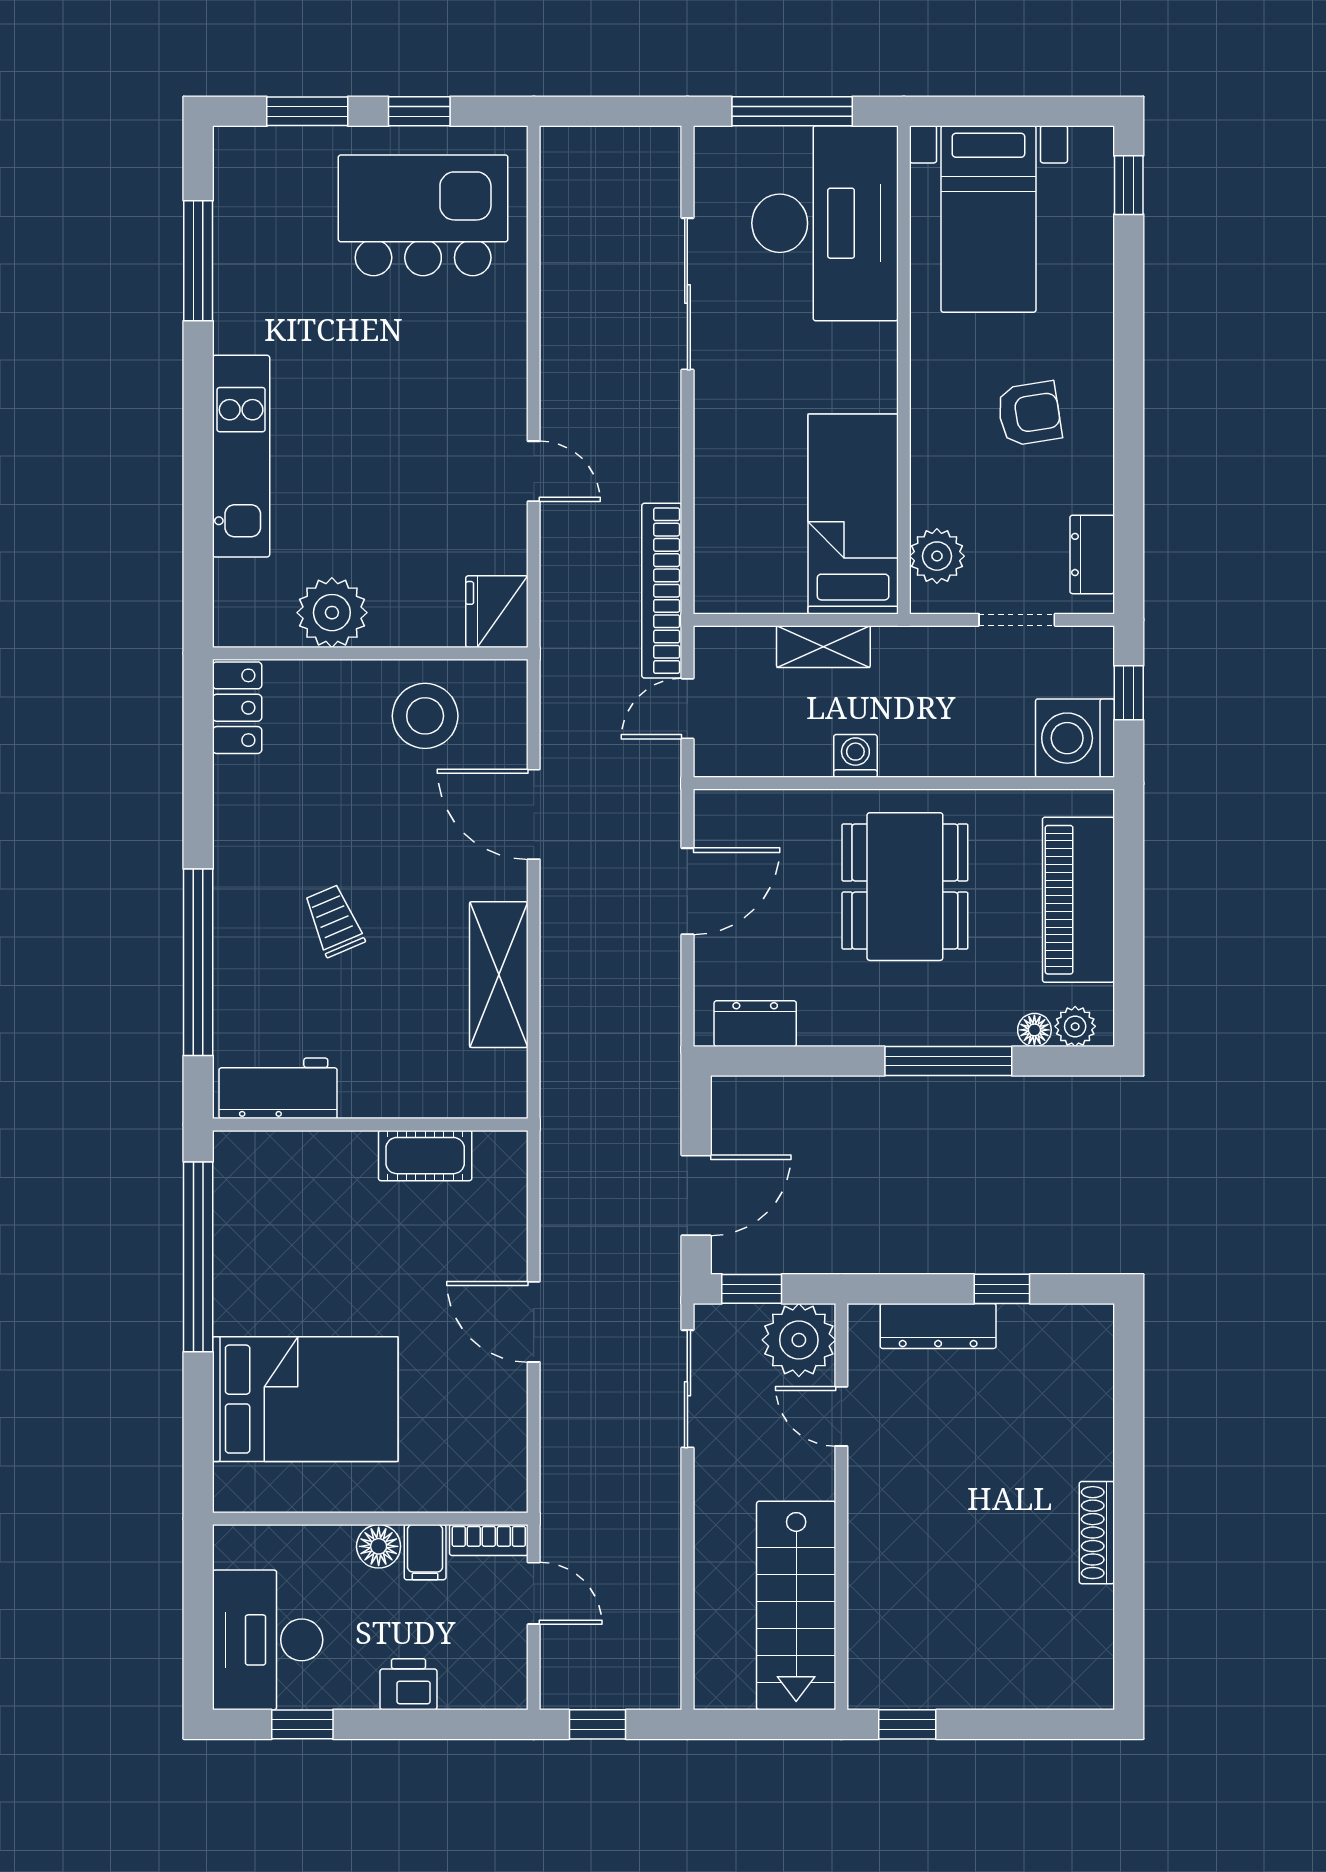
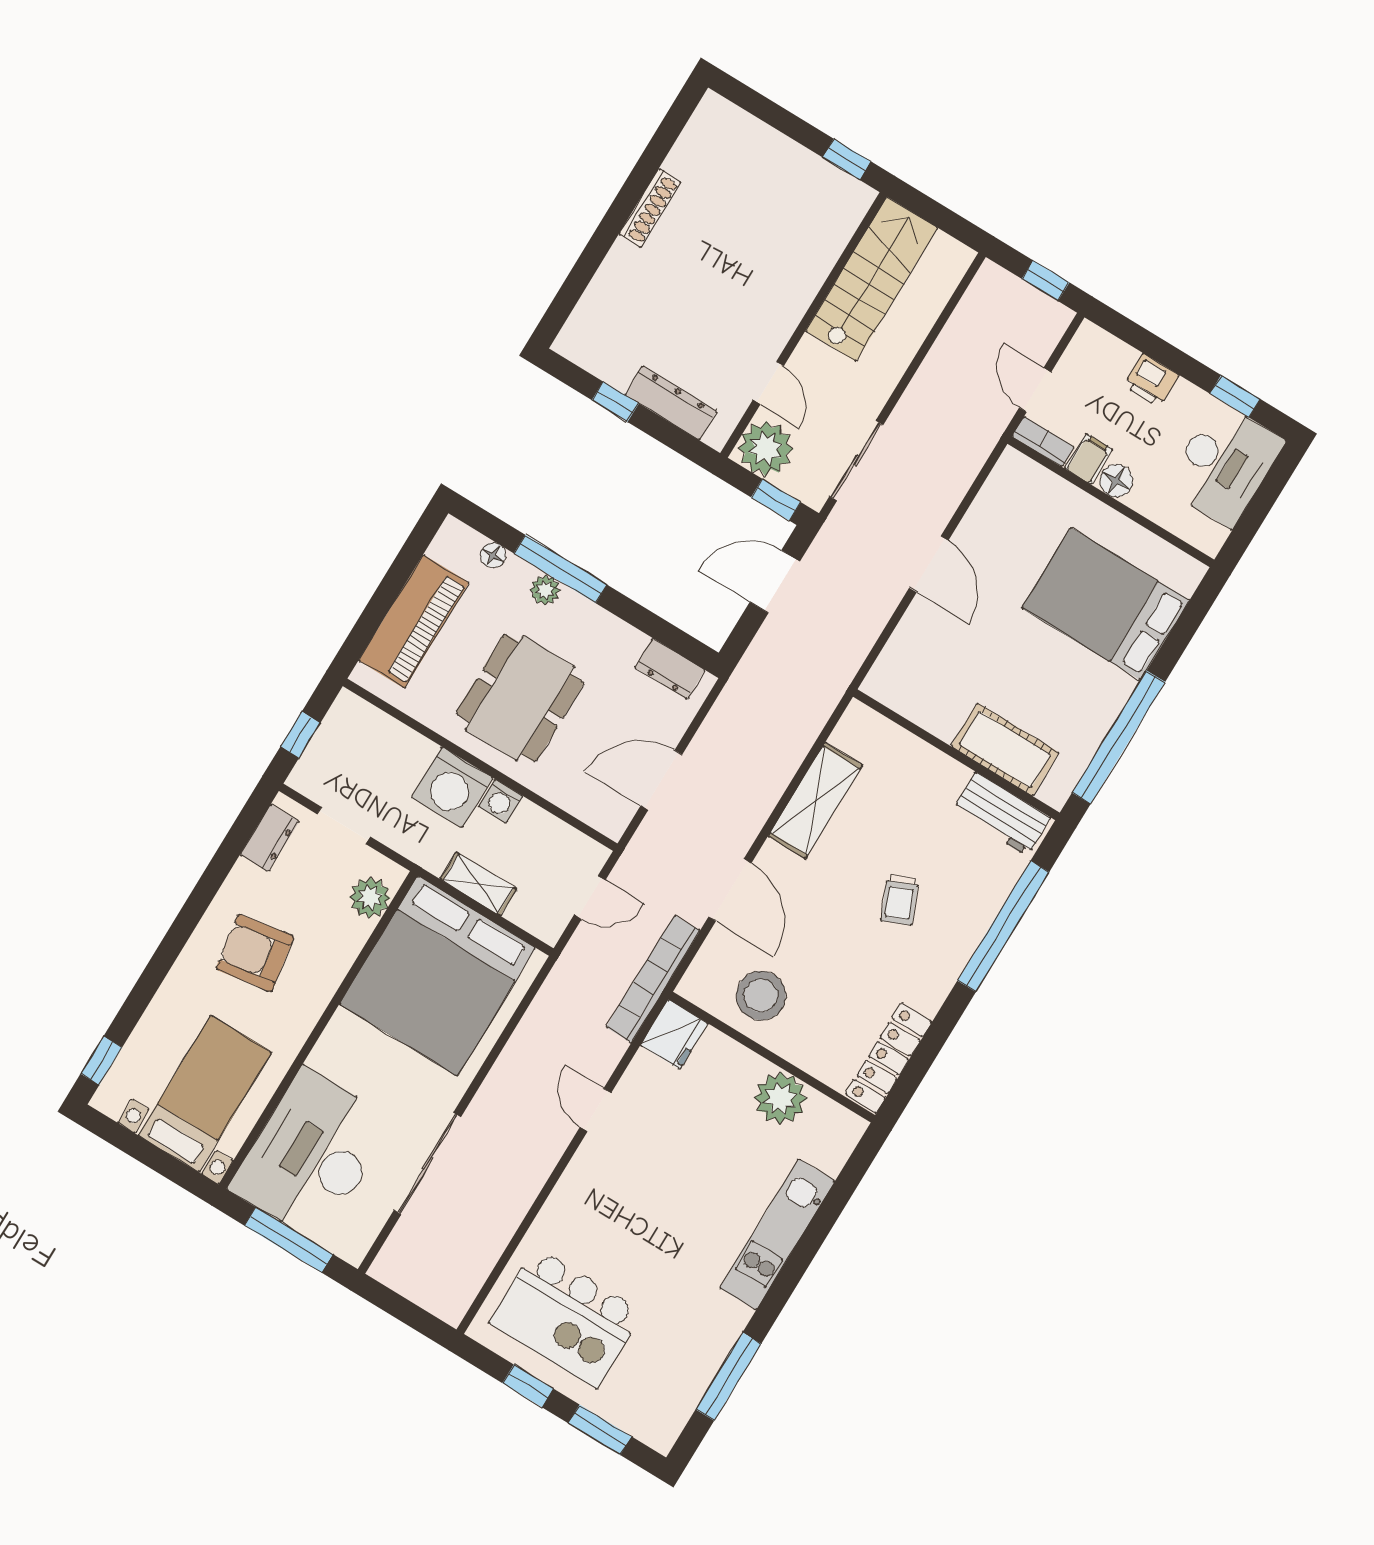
armchair: (1029, 414) -> (255, 953), width x1.38, depth x1.38
bed: (853, 514) -> (437, 976), width x2.04
bookcase: (662, 591) -> (653, 979), moved, turned 180
locker: (237, 708) -> (889, 1058), width x1.53
washing machine: (1075, 738) -> (452, 787), moved, turned 90
plant: (1075, 1026) -> (545, 590), moved
cot: (425, 1156) -> (1005, 749), moved, width x1.37, depth x1.34

